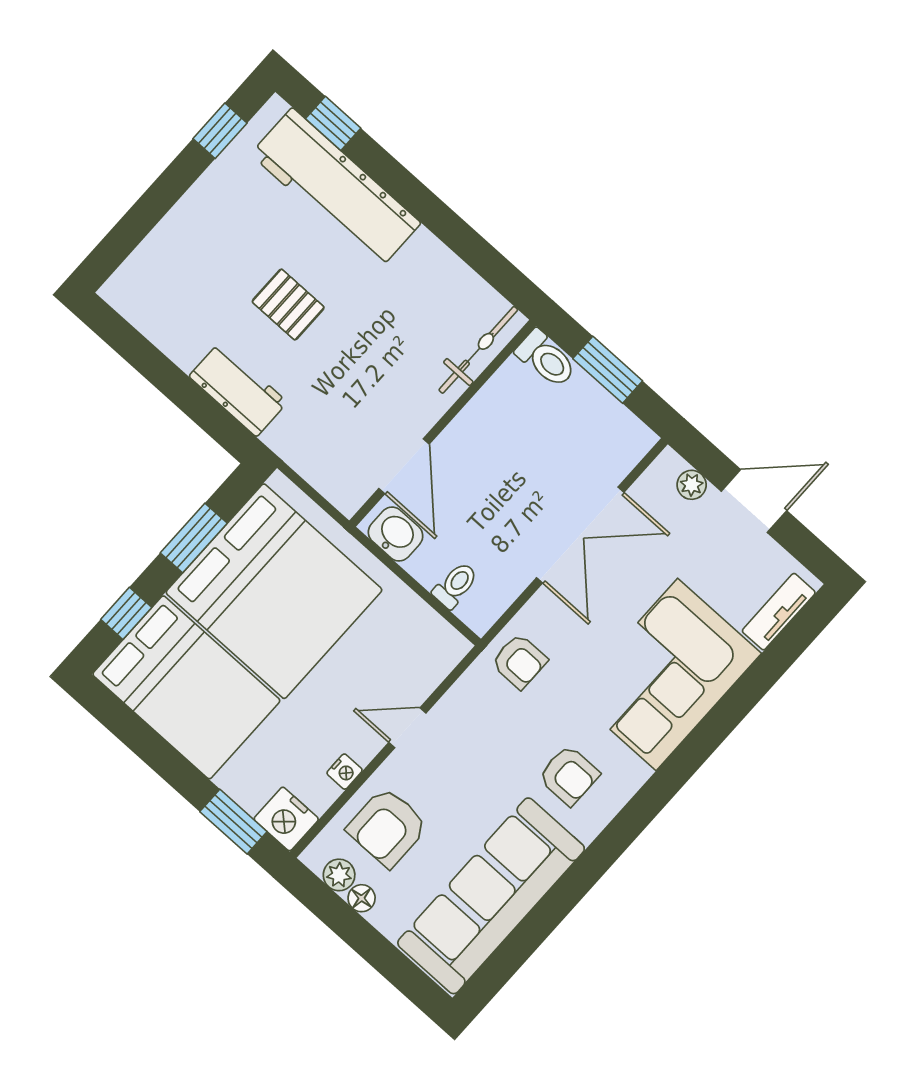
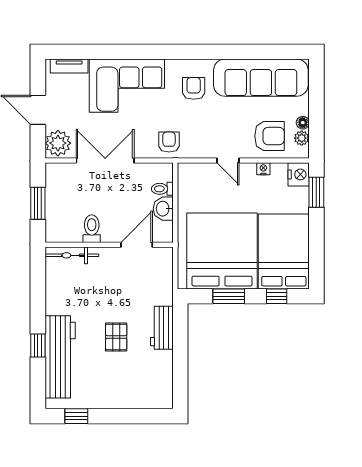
window: (333, 123) -> (38, 345), moved
toilet: (546, 359) -> (92, 229), moved
plant: (692, 485) -> (58, 143), width x1.87, depth x1.87
washbasin: (396, 534) -> (163, 209), moved

